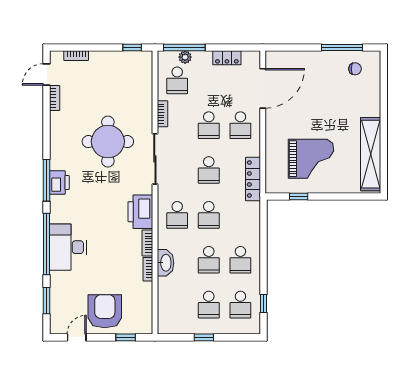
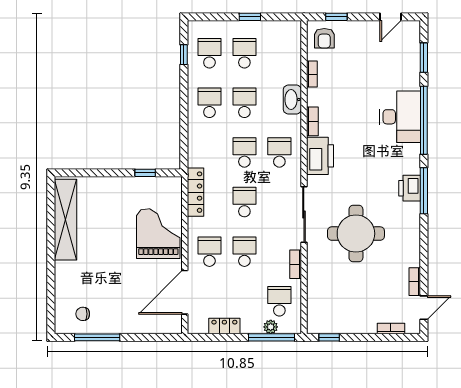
grand piano: (311, 159) -> (158, 234), moved, turned 90
bookcase: (148, 269) -> (312, 74), moved
armchair: (105, 311) -> (324, 38), moved, width x0.53, depth x0.53

